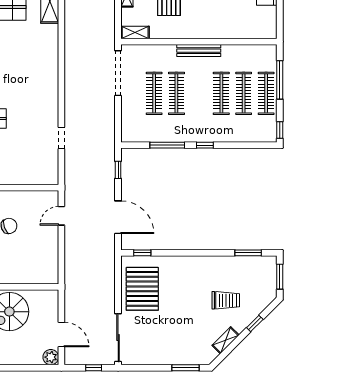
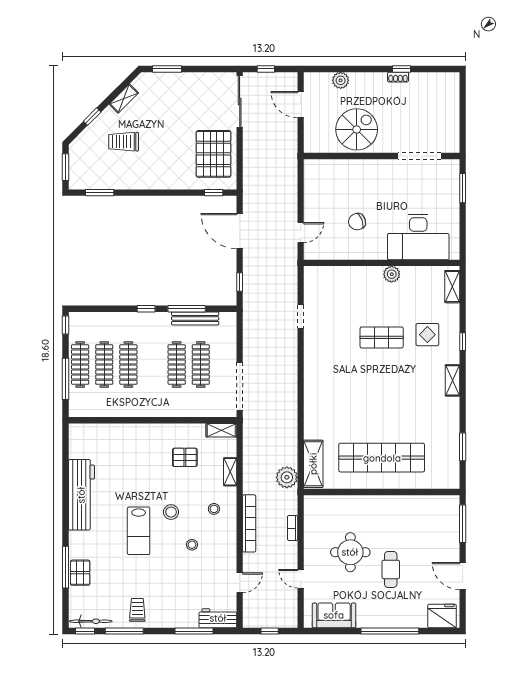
bench: (199, 51) -> (195, 318), moved
plant: (51, 357) -> (341, 80), moved

